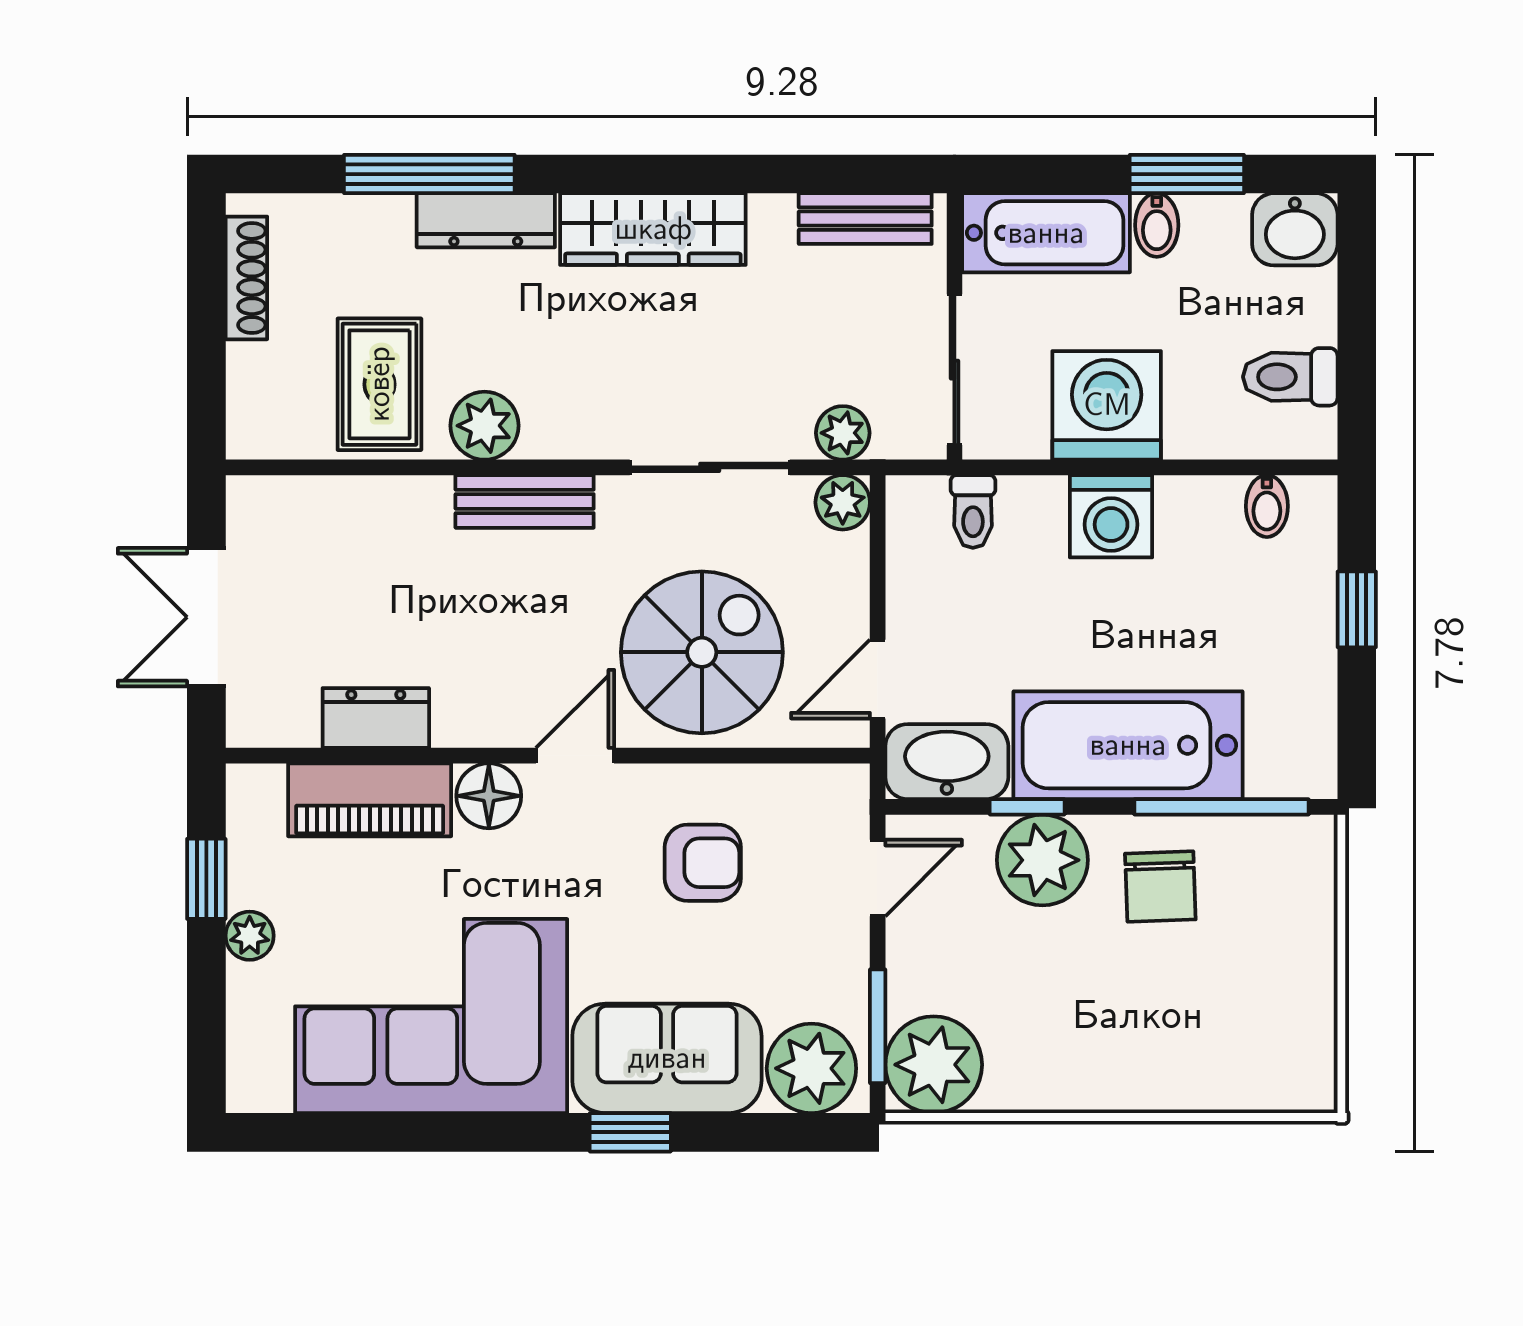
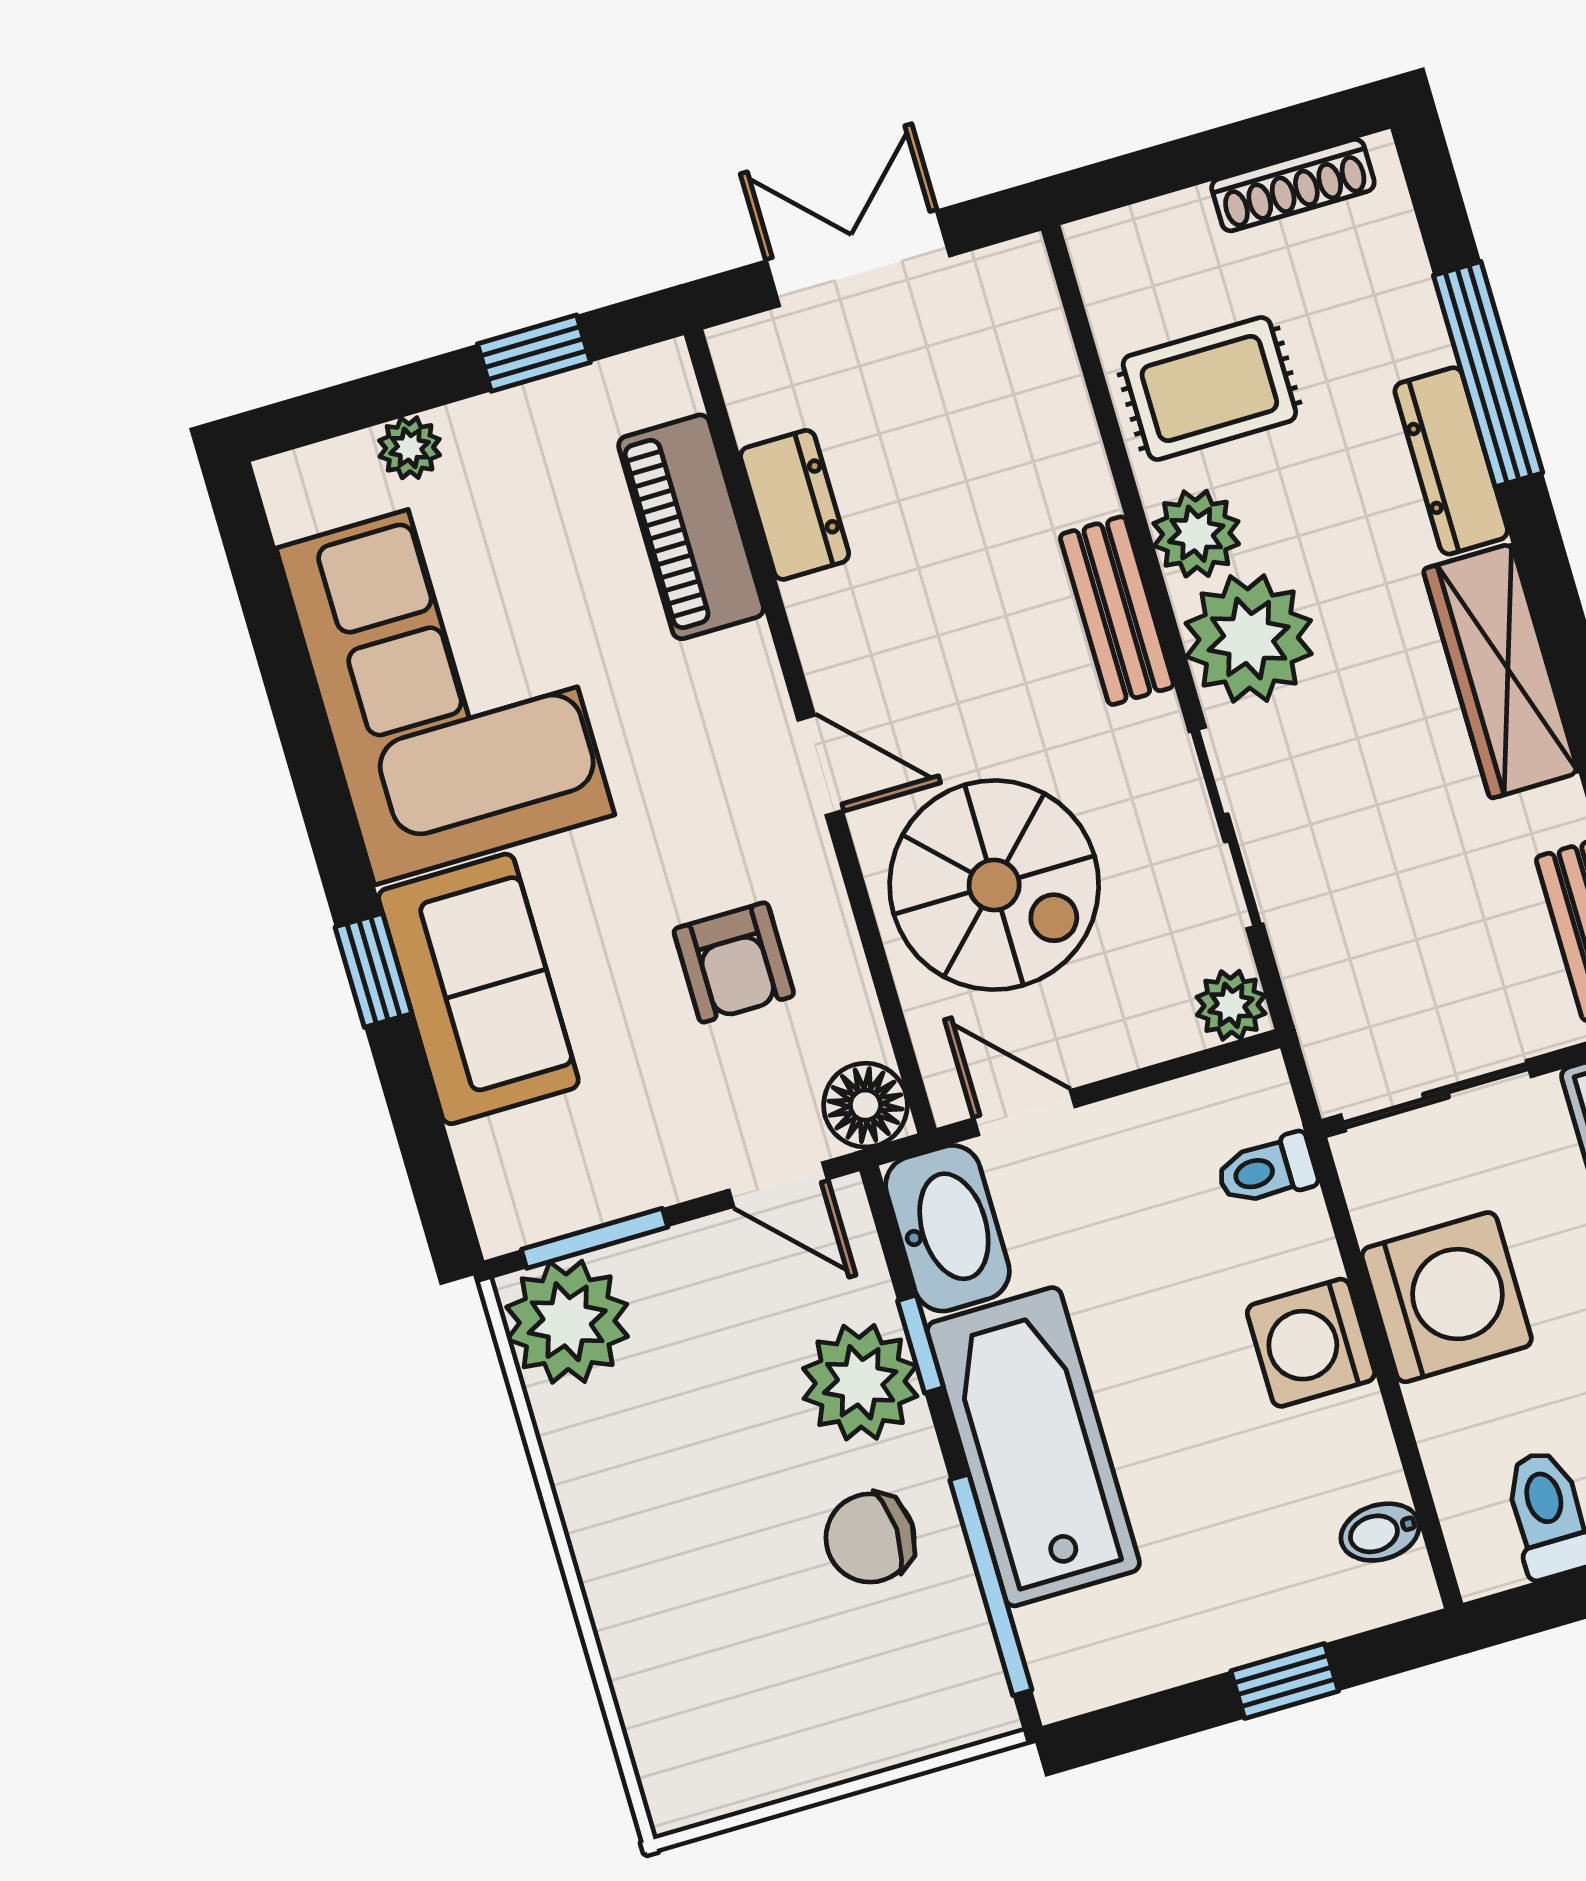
plant: (843, 433) -> (1249, 639), moved, width x1.87, depth x1.87
floor lamp: (489, 796) -> (865, 1105), moved
plant: (250, 936) -> (410, 448), moved
plant: (811, 1068) -> (518, 1172), removed

